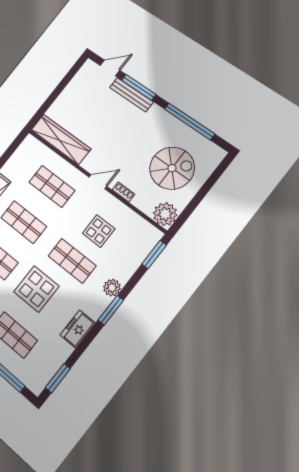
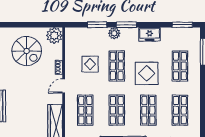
spiral stairs: (172, 168) -> (27, 51), turned 180
door: (98, 182) -> (64, 86), hinge flipped
window: (154, 255) -> (97, 25), moved

